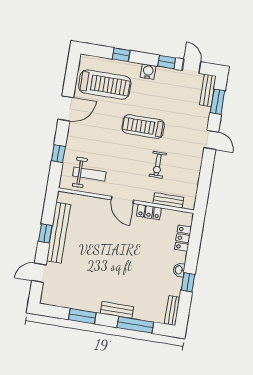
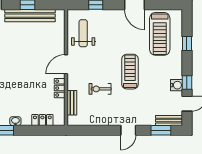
water cooler: (148, 72) -> (176, 85), moved
weight bench: (89, 174) -> (83, 33), turned 180

